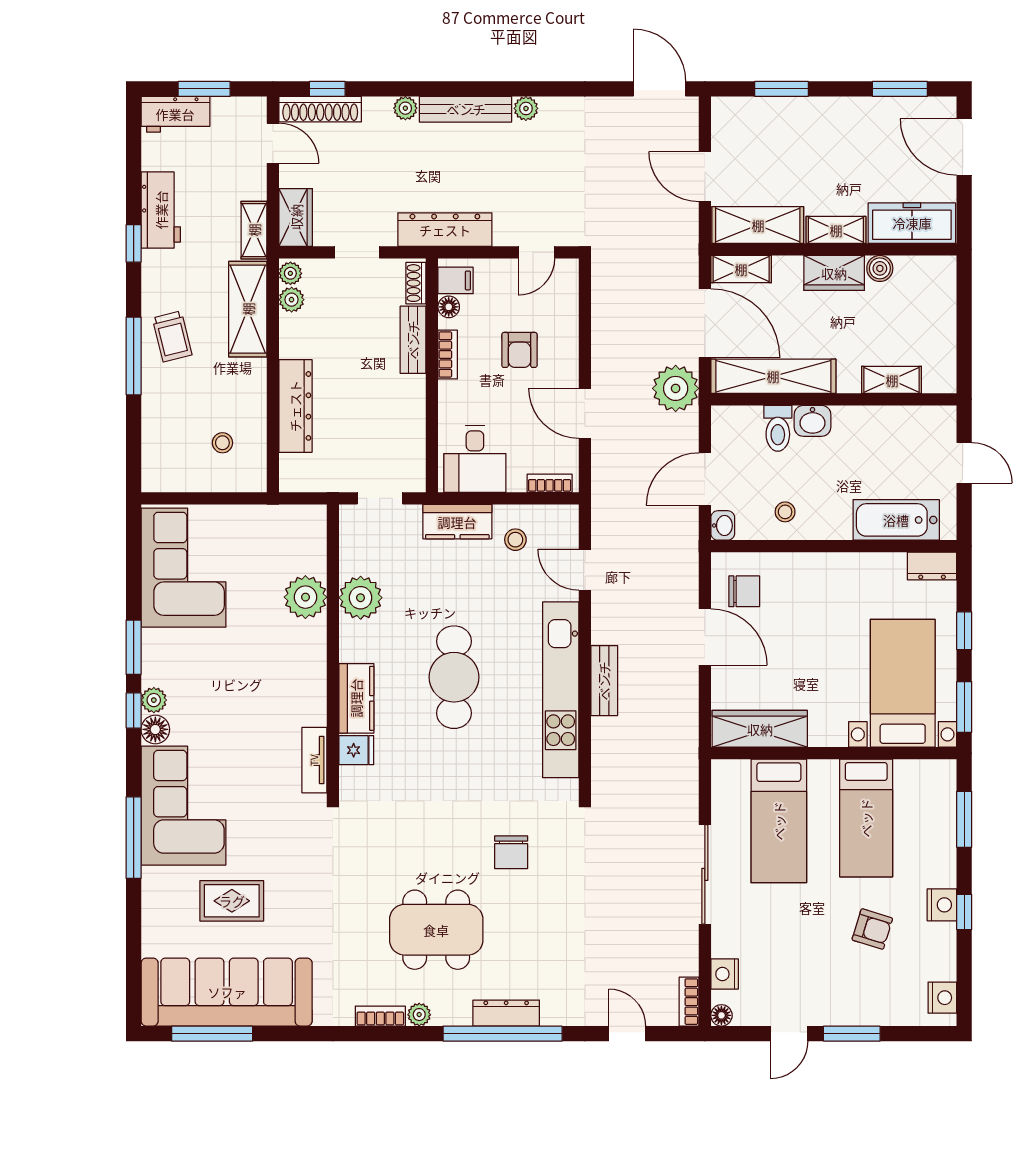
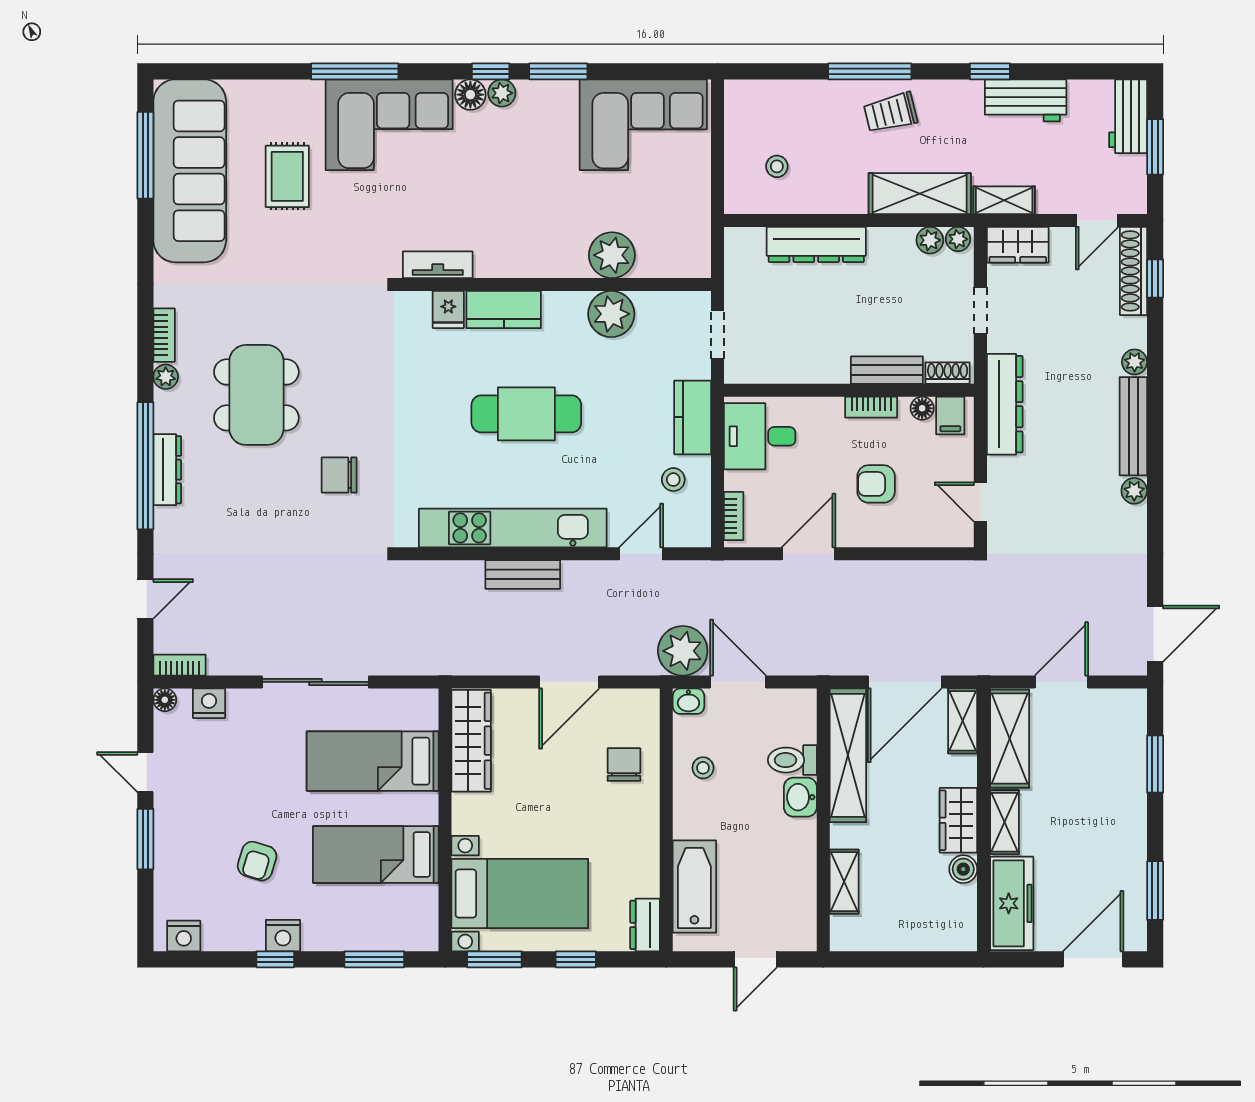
plant: (676, 388) -> (683, 651), moved
chair: (744, 591) -> (624, 765), moved, turned 180

